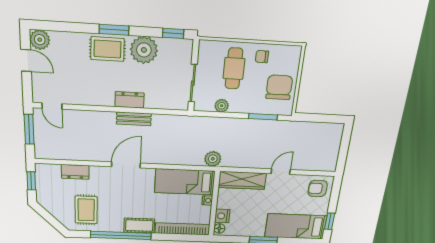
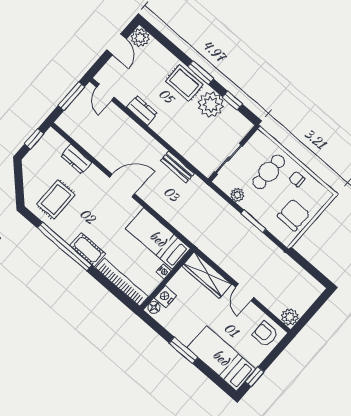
window: (173, 33) -> (232, 100), moved
dresser: (129, 100) -> (142, 110), moved
window: (263, 117) -> (253, 221), moved
bench: (134, 119) -> (177, 167), moved
plant: (213, 159) -> (290, 317), moved
door: (281, 172) -> (245, 292), swing flipped

